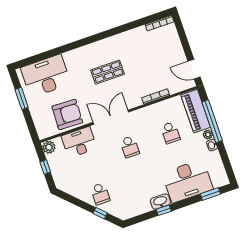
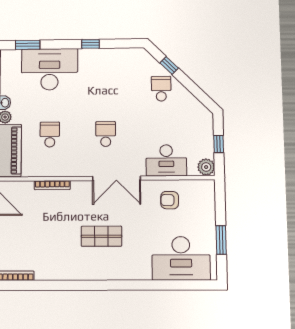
armchair: (67, 114) -> (170, 200), width x0.53, depth x0.53
washbasin: (160, 202) -> (91, 56), removed

